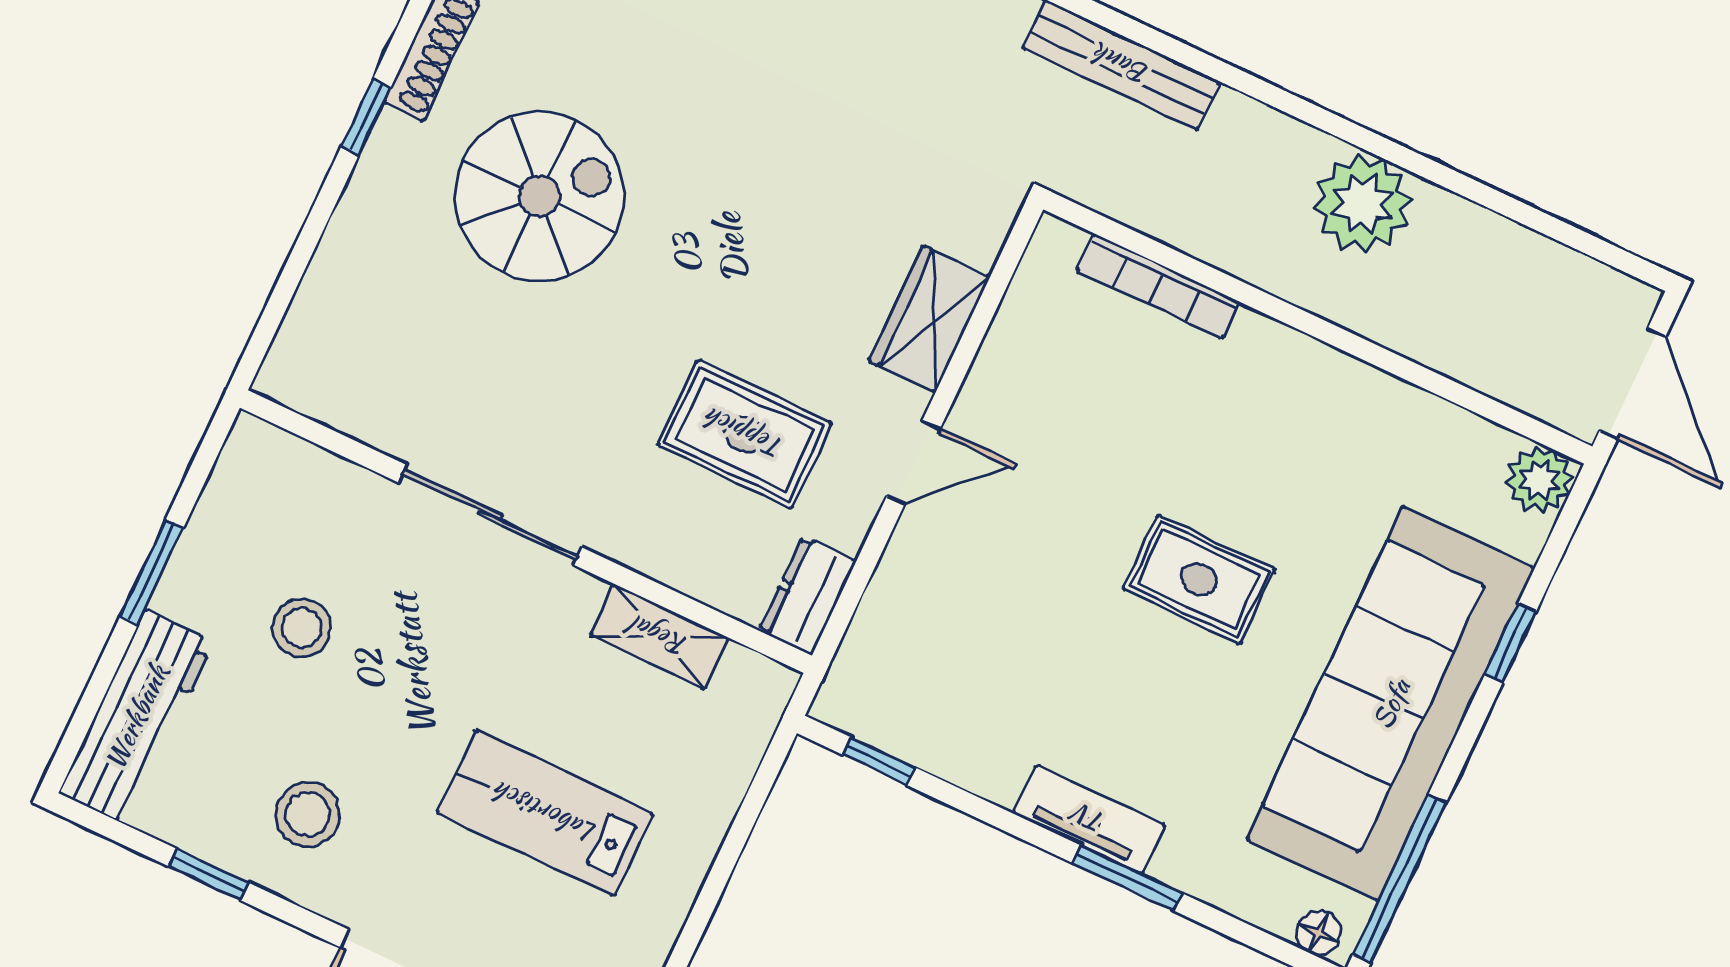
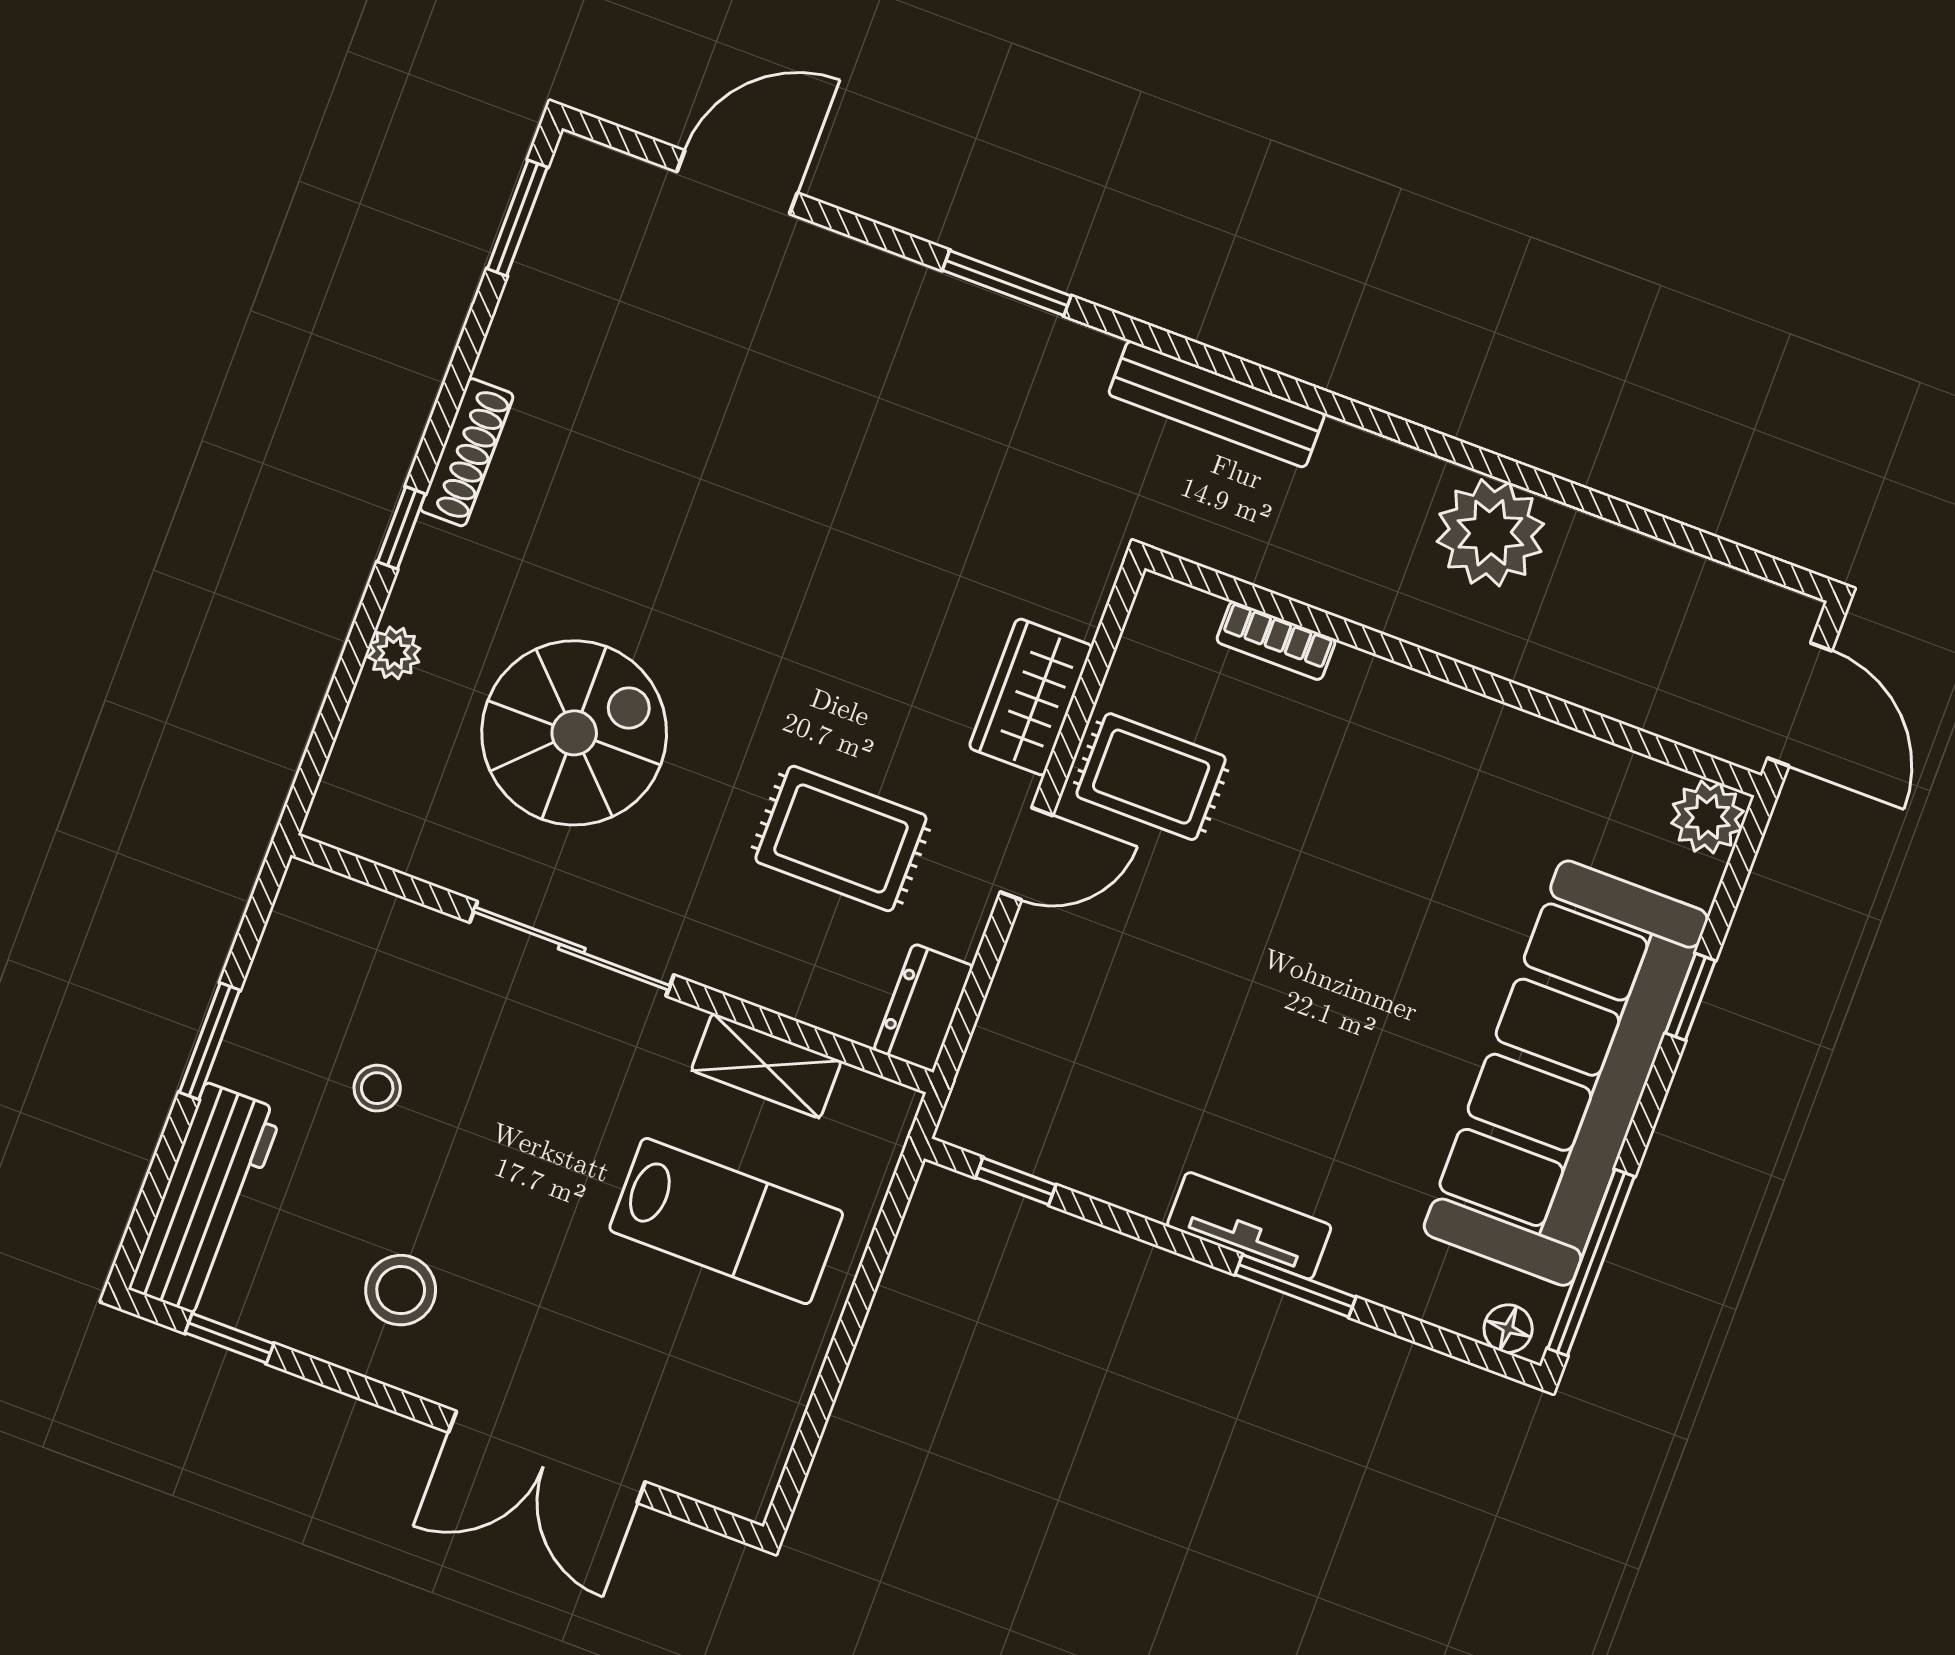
spiral stairs: (539, 196) -> (574, 733), moved
plant: (350, 231) -> (394, 653), added
bookcase: (1158, 286) -> (1276, 641), width x0.64
rug: (1199, 579) -> (1151, 777), moved
stool: (302, 628) -> (377, 1088), width x0.73, depth x0.73
lab bench: (545, 813) -> (726, 1221), moved, turned 180
window: (209, 875) -> (229, 1338), moved

